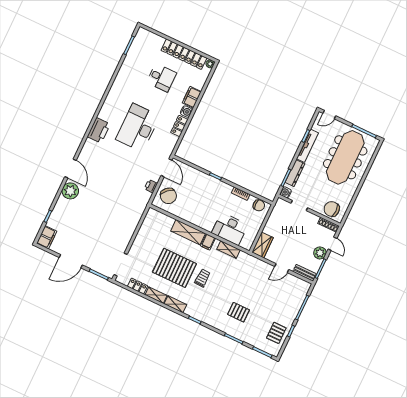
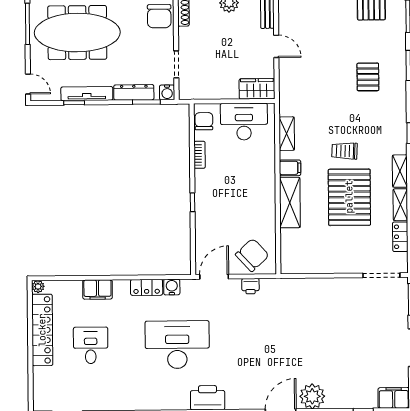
water cooler: (186, 112) -> (172, 287), moved
desk: (138, 128) -> (177, 345), turned 180
desk: (230, 229) -> (244, 122), moved, turned -90

